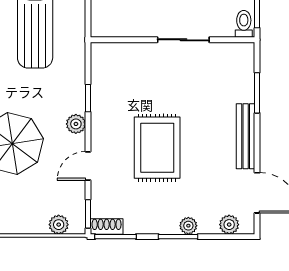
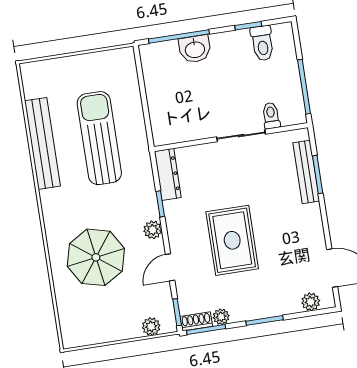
toilet: (244, 24) -> (271, 116), moved
dresser: (101, 68) -> (168, 174), added
bench: (246, 136) -> (306, 172), moved
plant: (188, 226) -> (221, 317), moved

